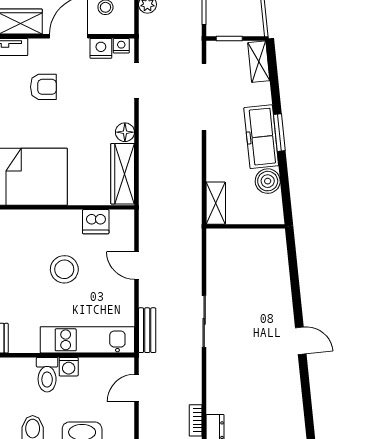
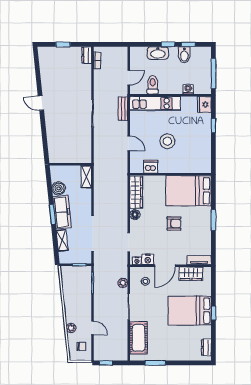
shelving: (259, 62) -> (62, 240), moved
armchair: (43, 87) -> (174, 223), moved, turned 180
washing machine: (69, 367) -> (188, 89), moved
toilet: (47, 375) -> (153, 85), moved

